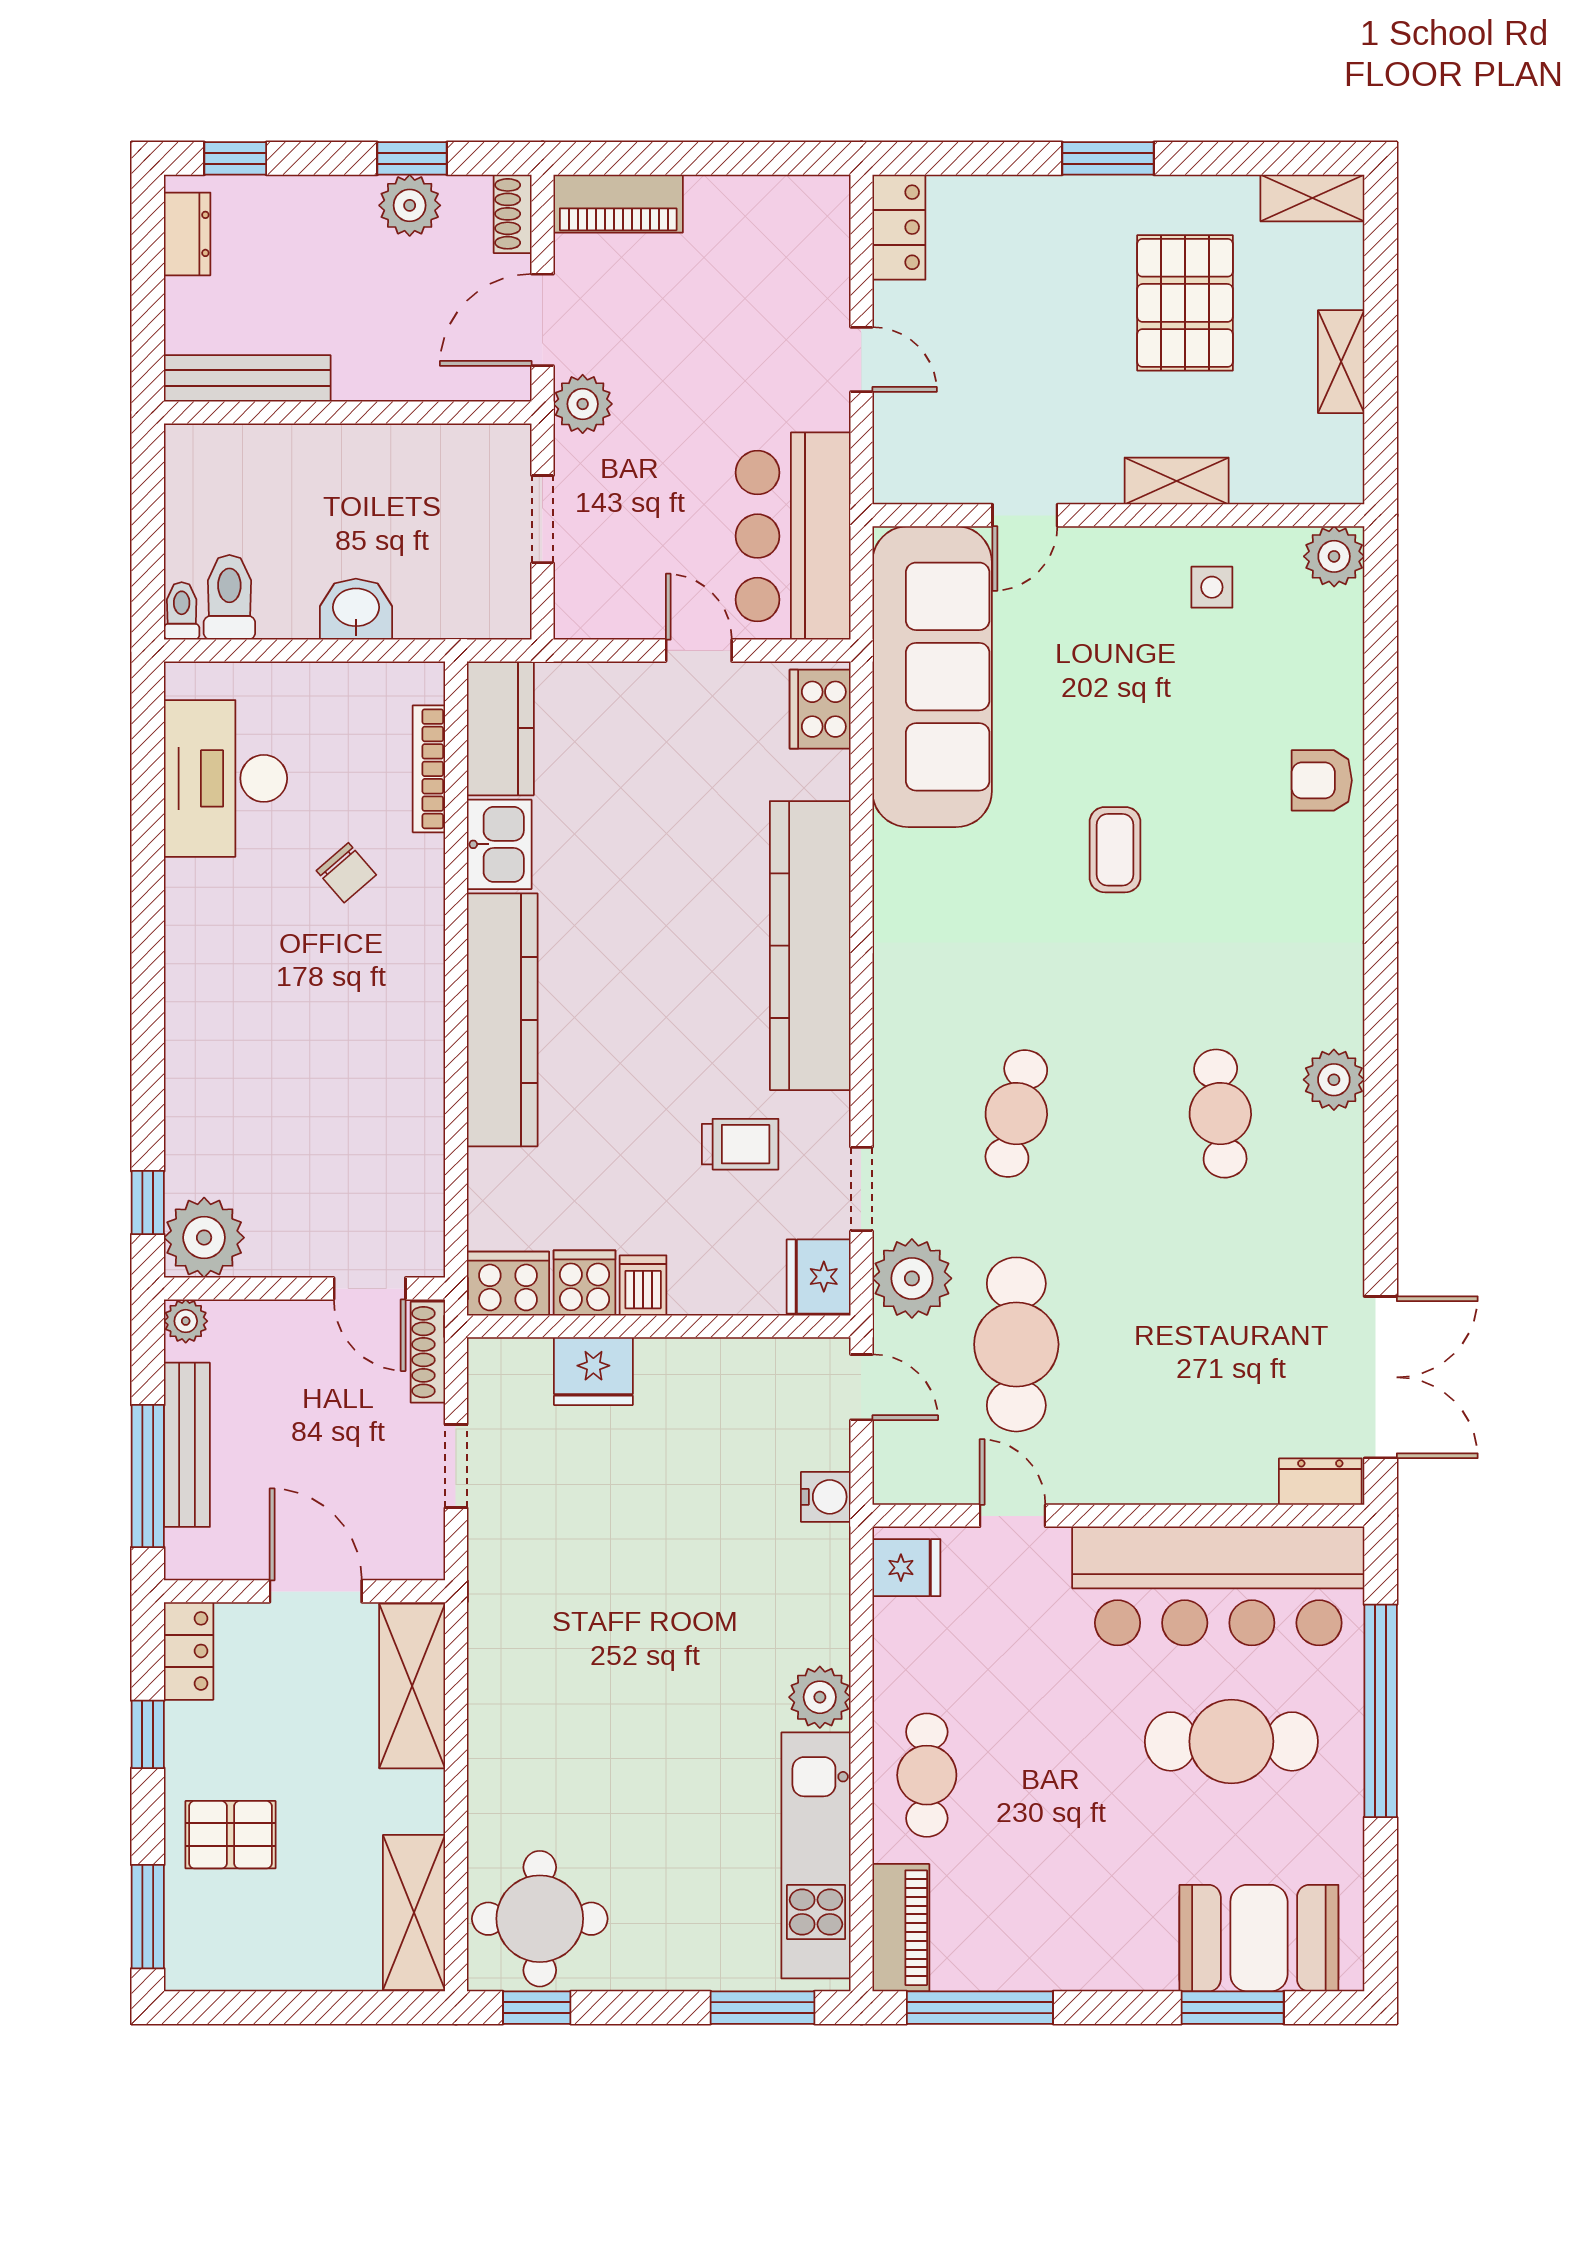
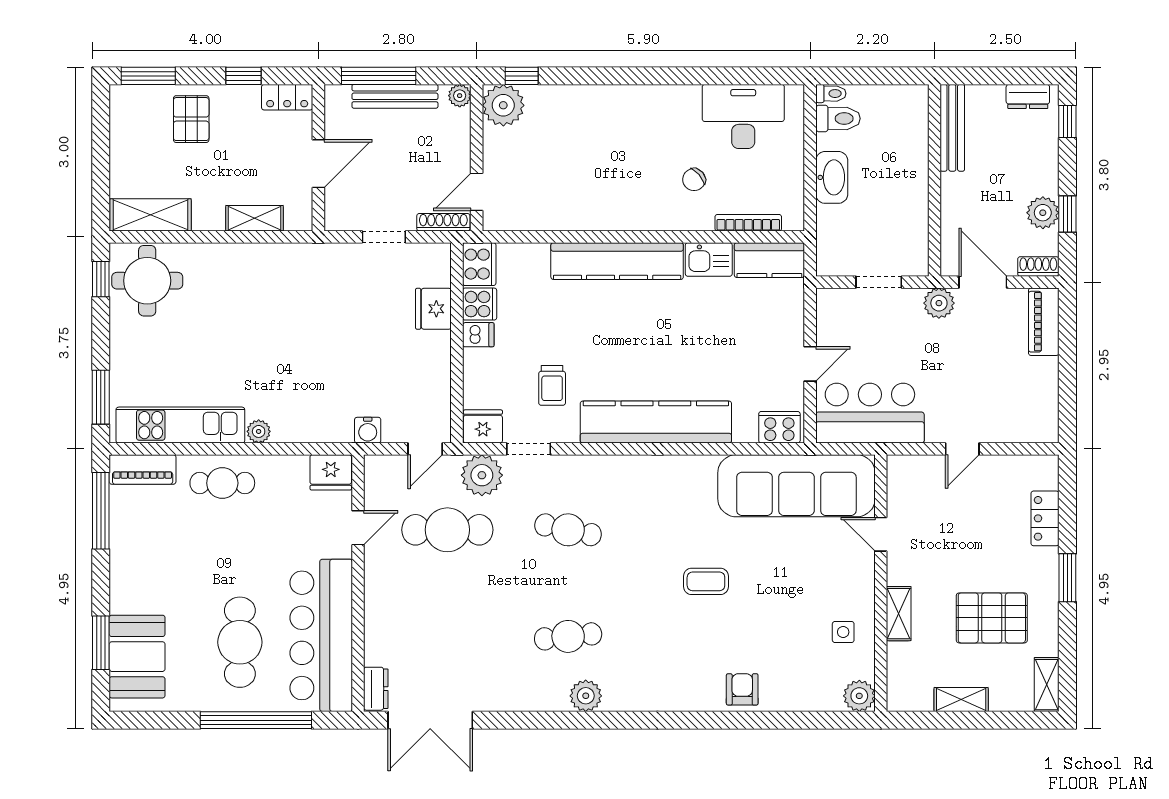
locker: (899, 227) -> (1045, 518), moved, turned 90
washbasin: (356, 609) -> (832, 177), width x1.38
fridge: (906, 1568) -> (331, 472), width x1.38
shelving: (412, 1686) -> (255, 218), width x0.67, depth x0.75
plant: (820, 1697) -> (259, 431), width x0.73, depth x0.73

